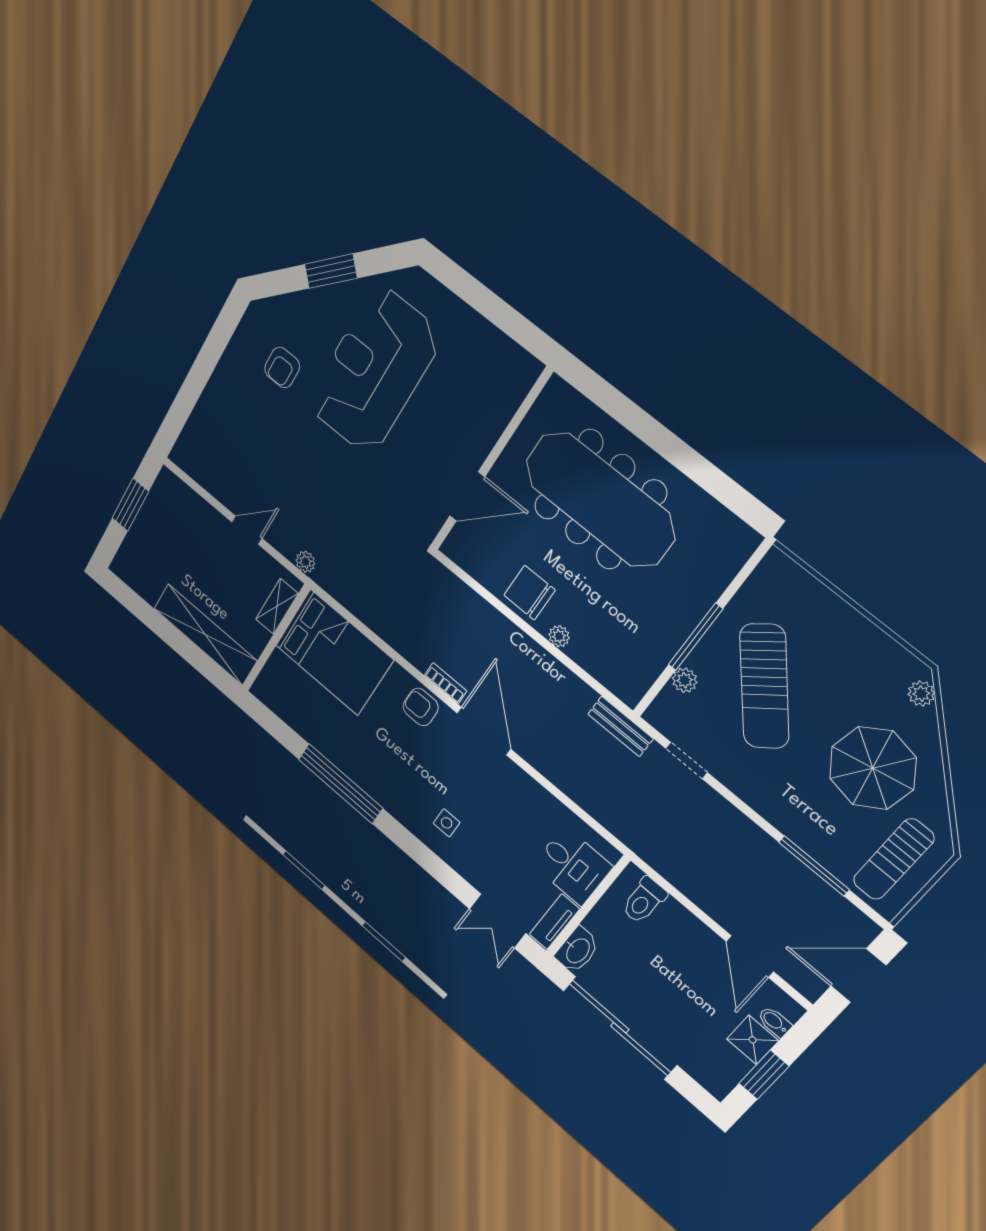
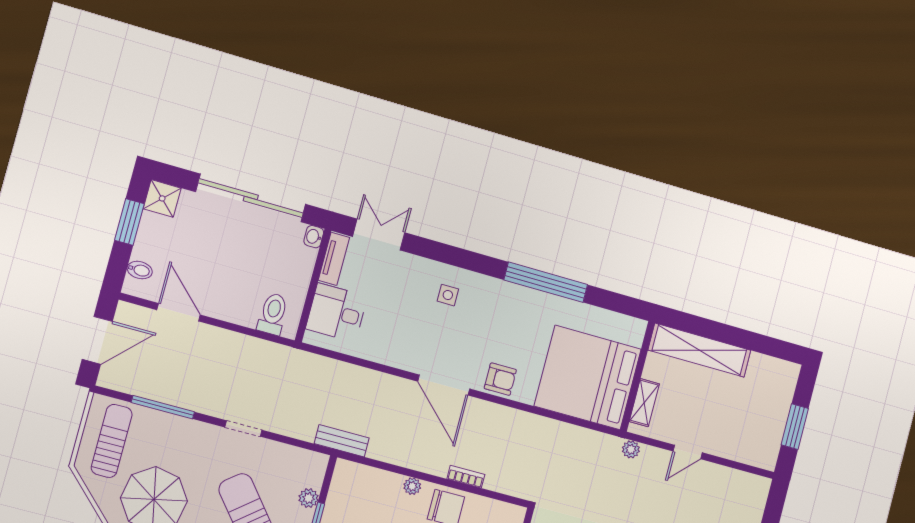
bed: (334, 653) -> (588, 378), width x1.36
bookcase: (446, 683) -> (466, 477), moved, turned 180
doorway: (687, 760) -> (243, 429), moved
washbasin: (577, 950) -> (314, 237), width x0.52, depth x0.69
shower: (753, 1040) -> (162, 198), moved

